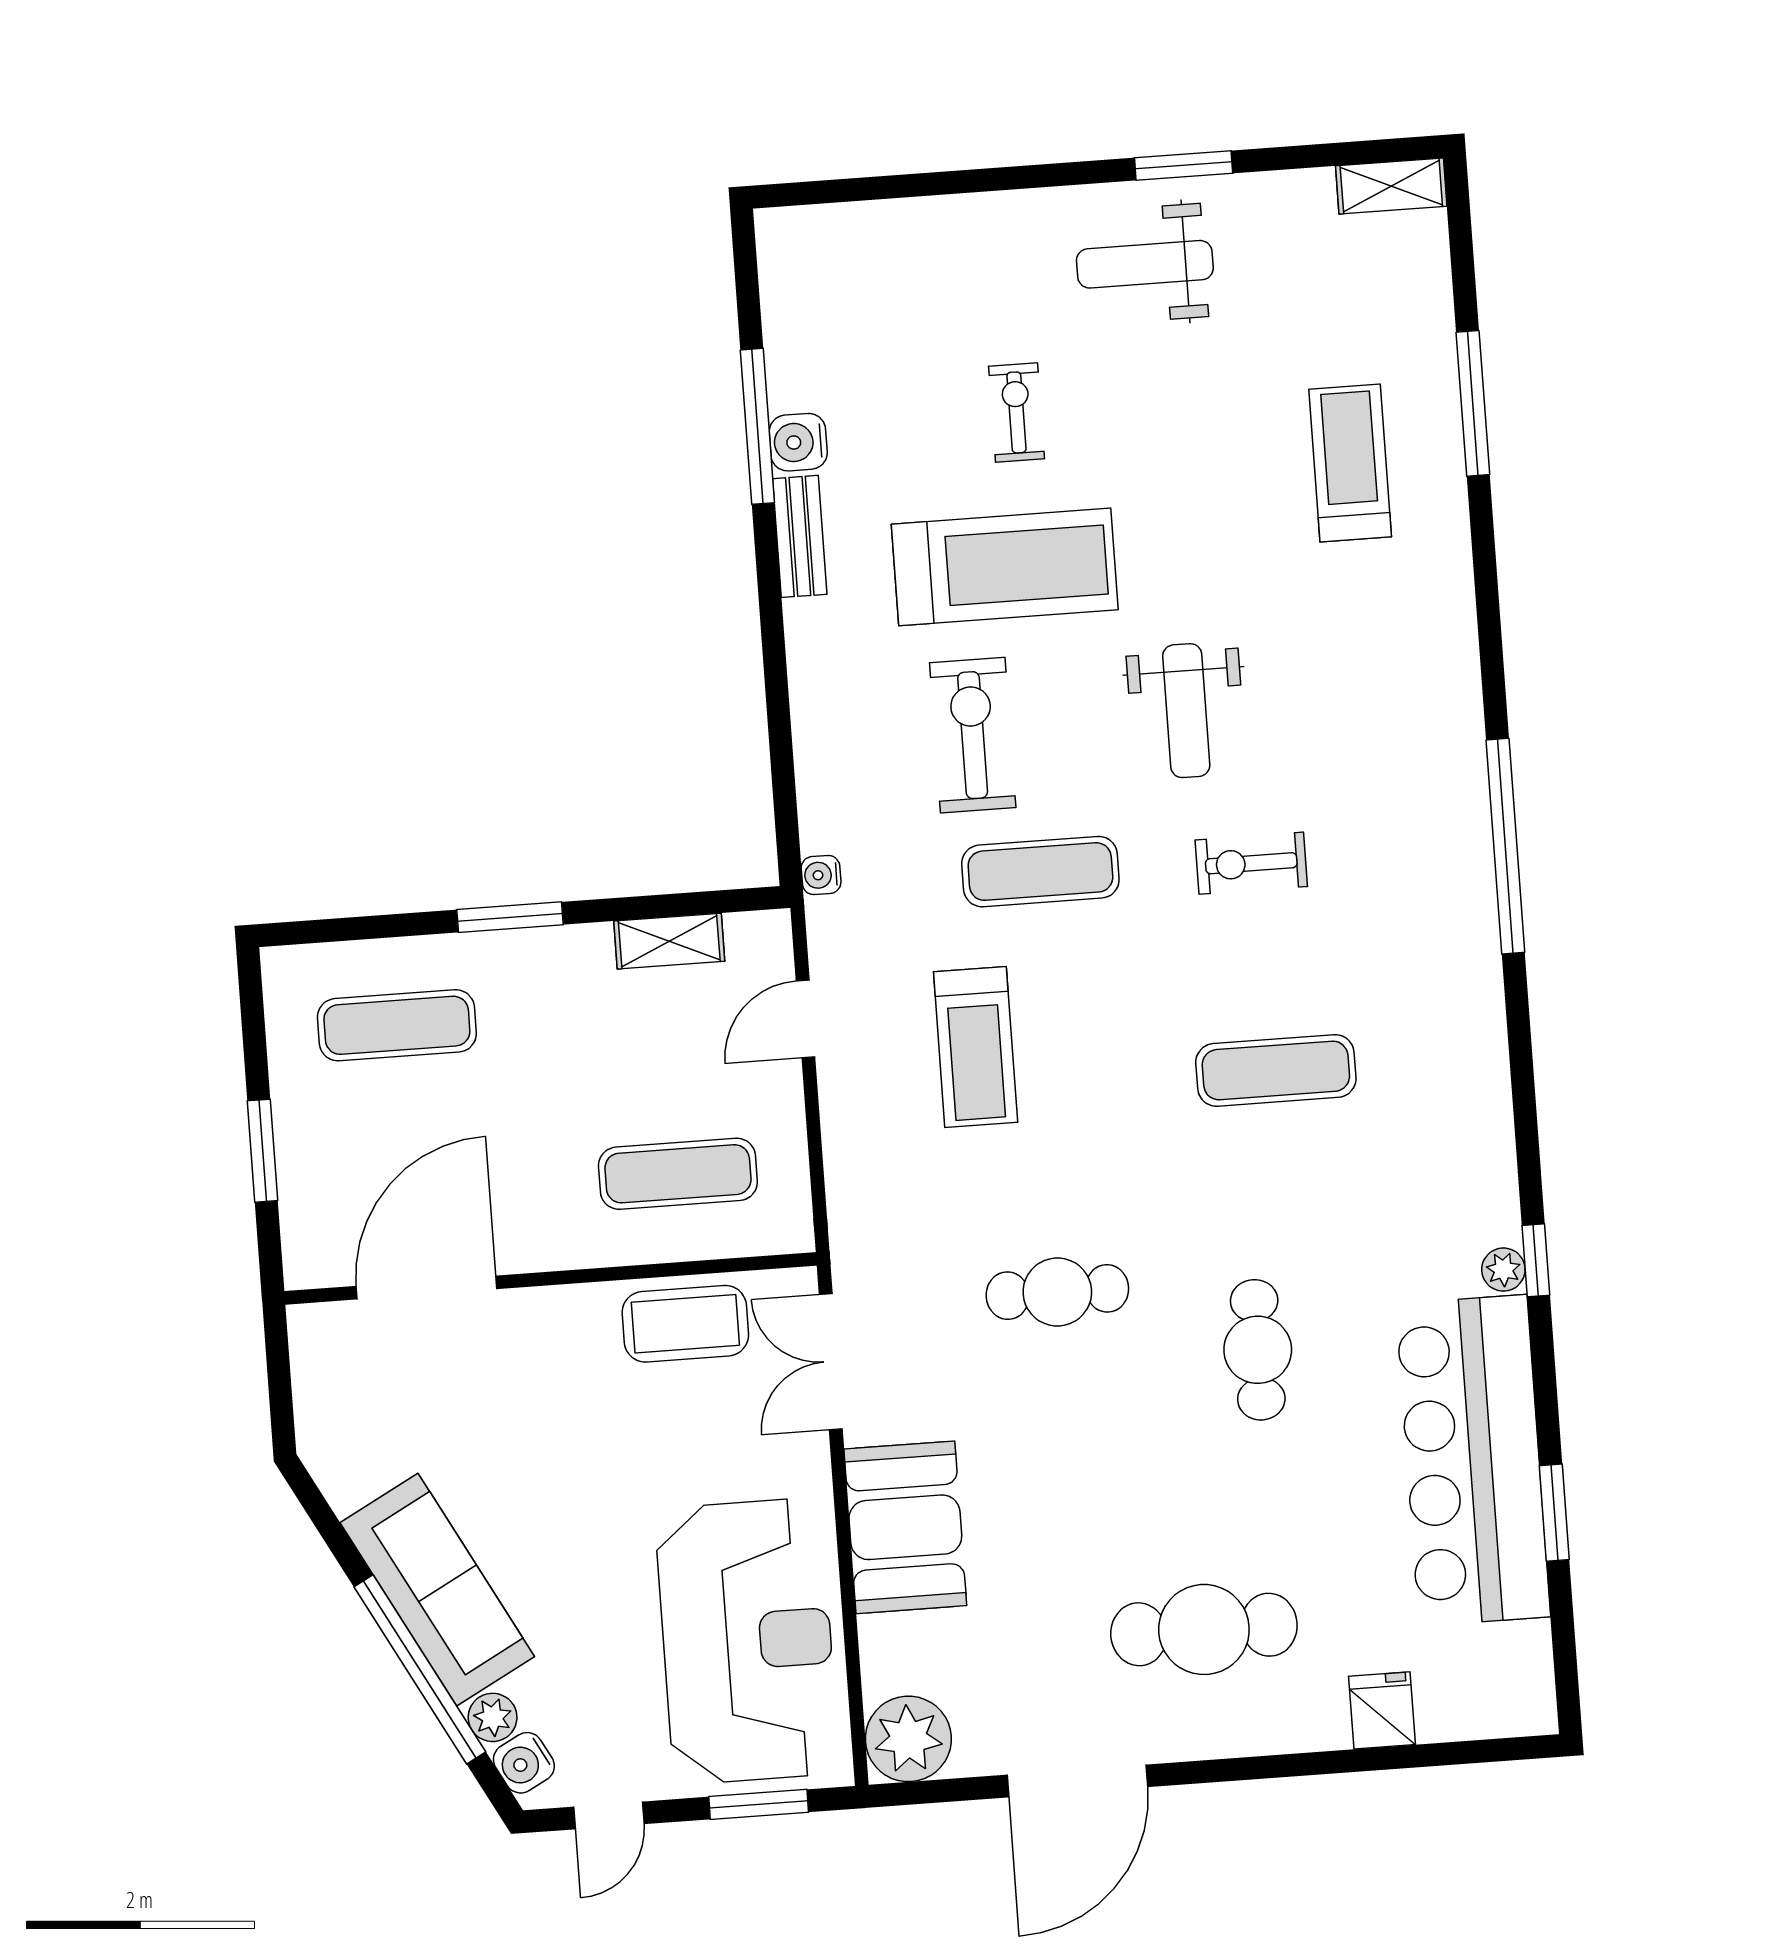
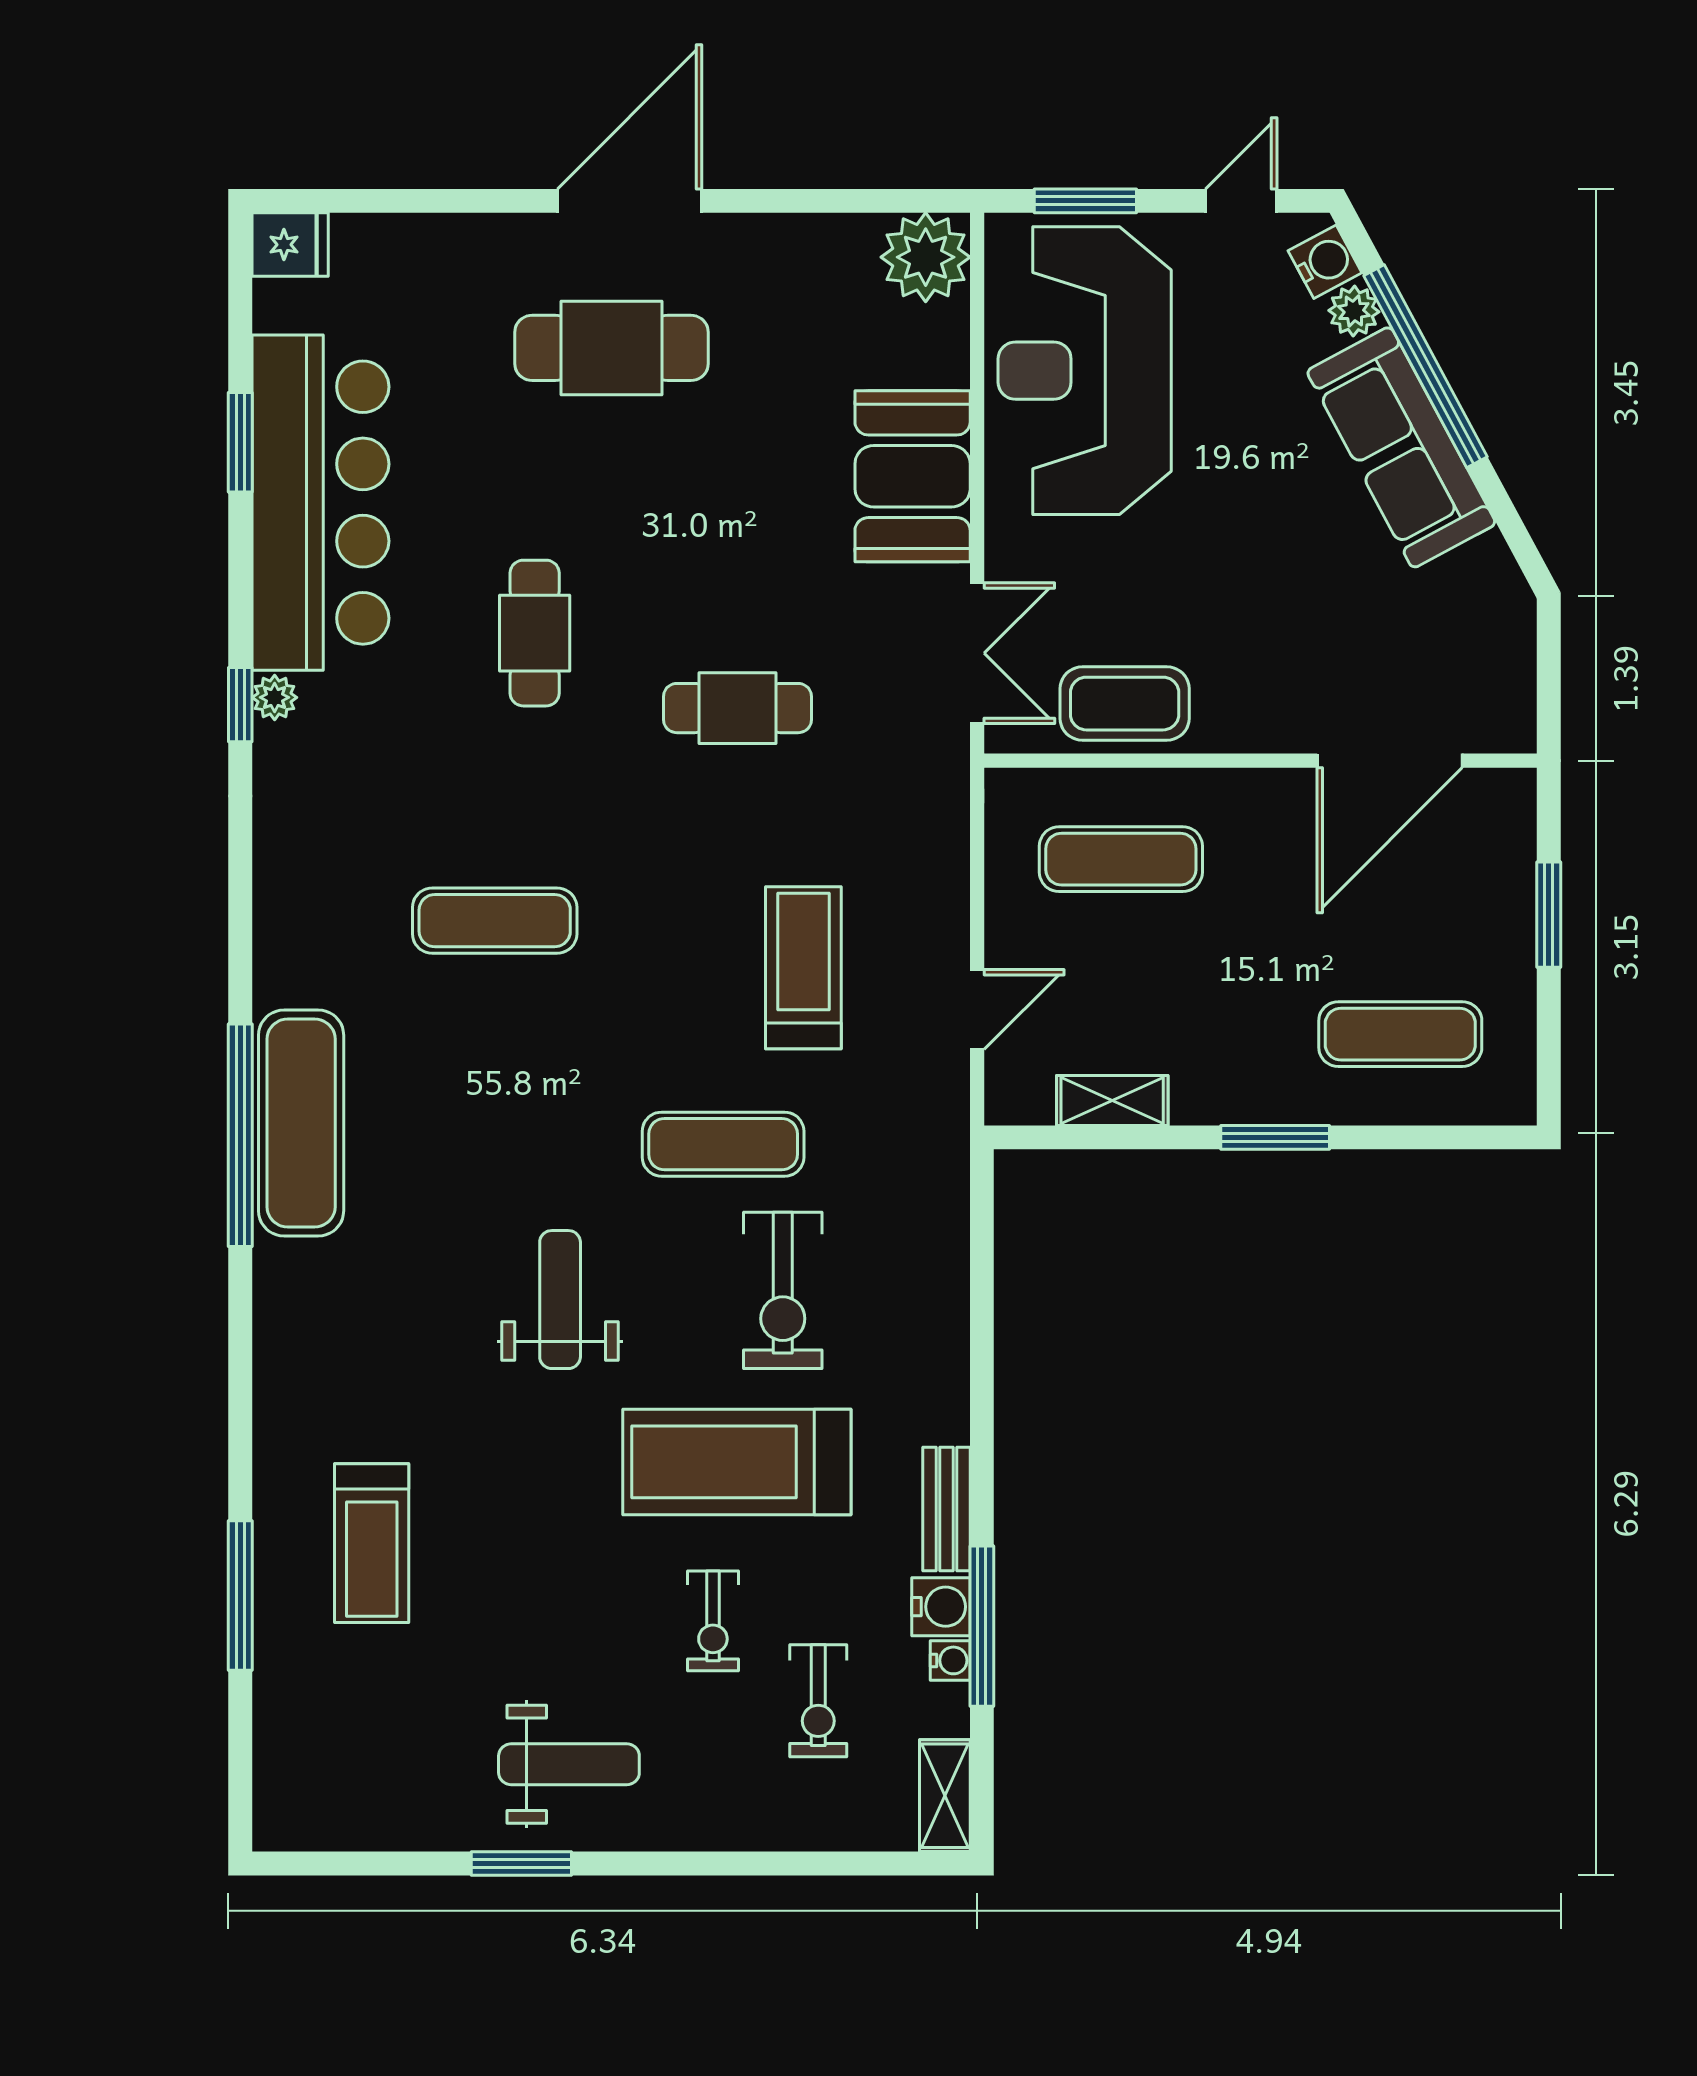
shelving: (1391, 186) -> (945, 1796), moved, turned 90
exercise mat: (1448, 862) -> (301, 1123), added
exercise bike: (1251, 863) -> (818, 1701), moved, turned 90
water cooler: (821, 875) -> (950, 1660), moved
fridge: (1382, 1710) -> (290, 245), moved, turned -90
door: (1077, 1781) -> (630, 201), moved

